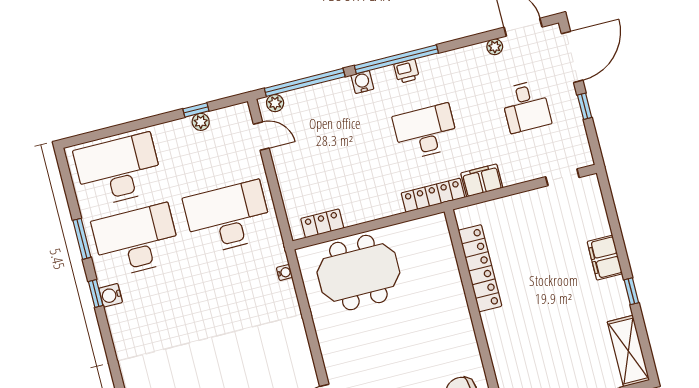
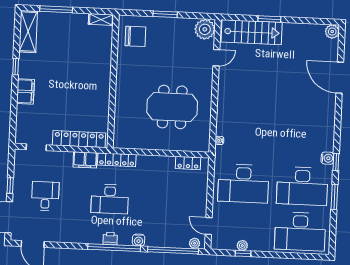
plant: (495, 47) -> (53, 237), removed
locker: (480, 268) -> (79, 139), moved, turned 90
meeting table: (358, 273) -> (172, 107), moved

